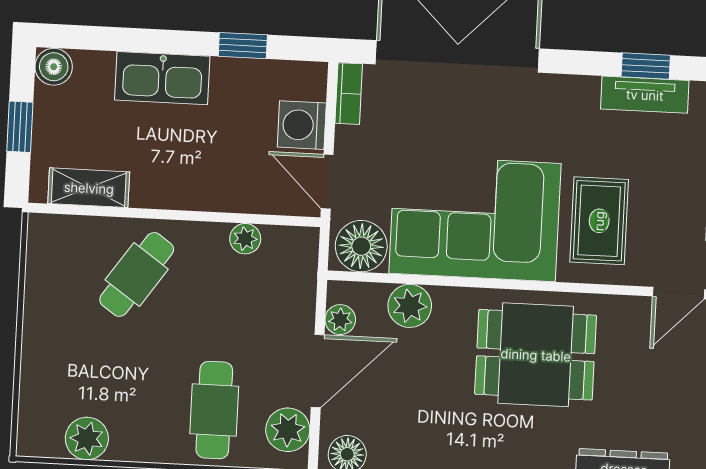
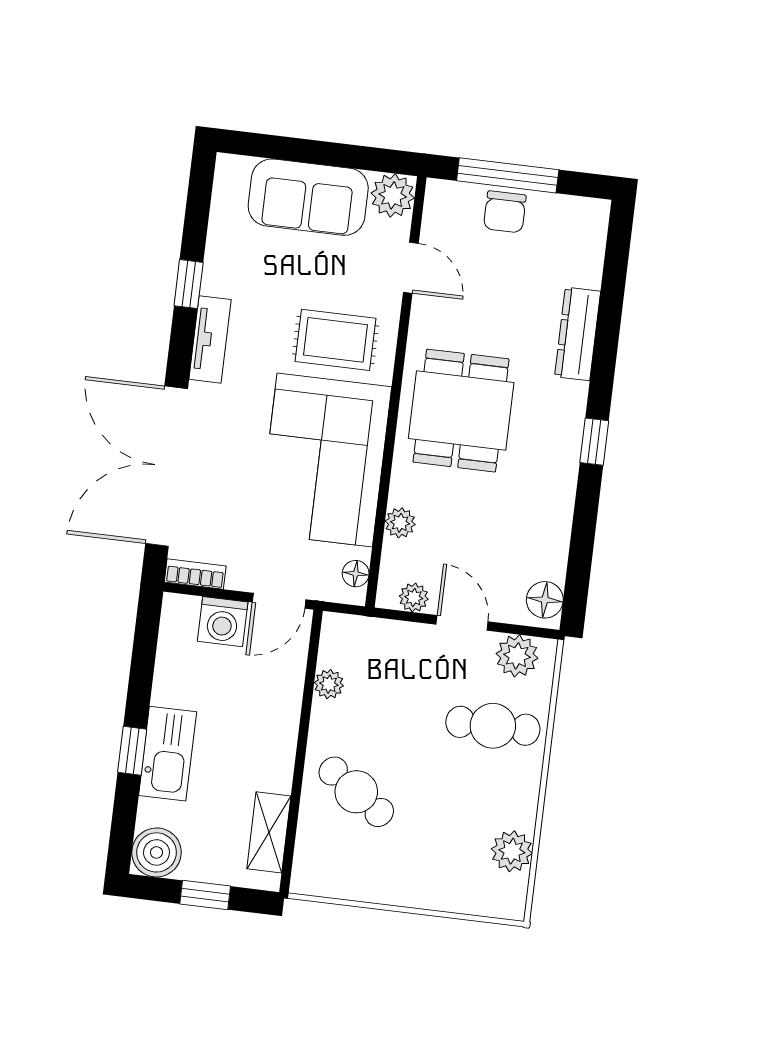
window: (243, 46) -> (132, 751), moved
boiler: (54, 67) -> (156, 852), width x1.36, depth x1.36
tv unit: (645, 95) -> (210, 339), moved
floor lamp: (361, 246) -> (356, 574), width x0.53, depth x0.53
plant: (410, 306) -> (400, 523), width x0.73, depth x0.73
door: (318, 371) -> (462, 623), width x0.73

